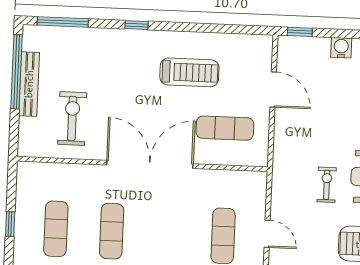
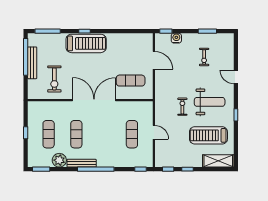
water cooler: (341, 48) -> (176, 38), moved
treadmill: (189, 72) -> (86, 43), moved, width x1.37, depth x1.38
exercise bike: (72, 118) -> (54, 79), turned 180

